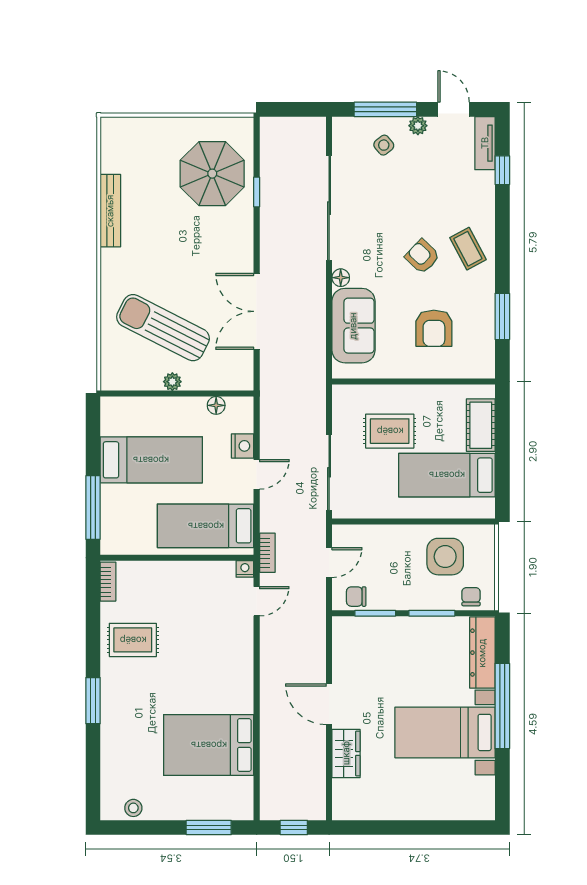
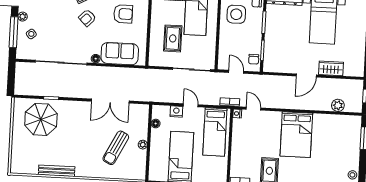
sun lounger: (163, 328) -> (116, 148), width x0.73, depth x0.75
bed: (209, 745) -> (296, 135), moved
plant: (272, 771) -> (338, 105), added

